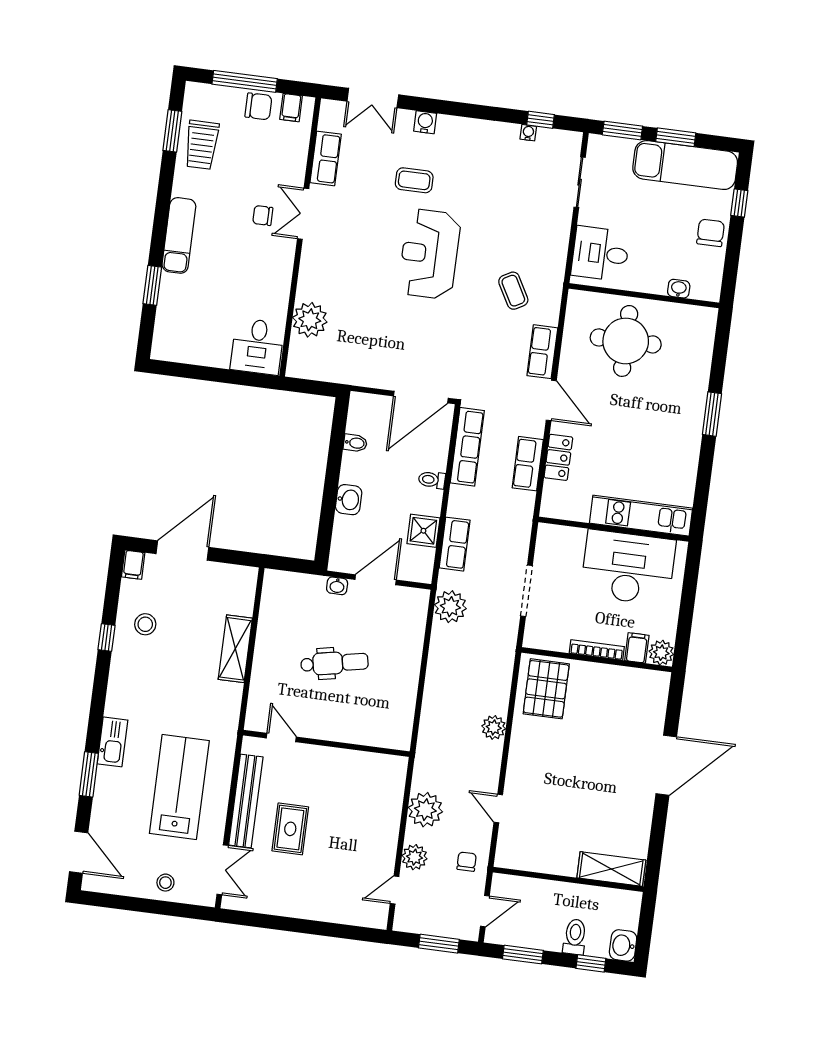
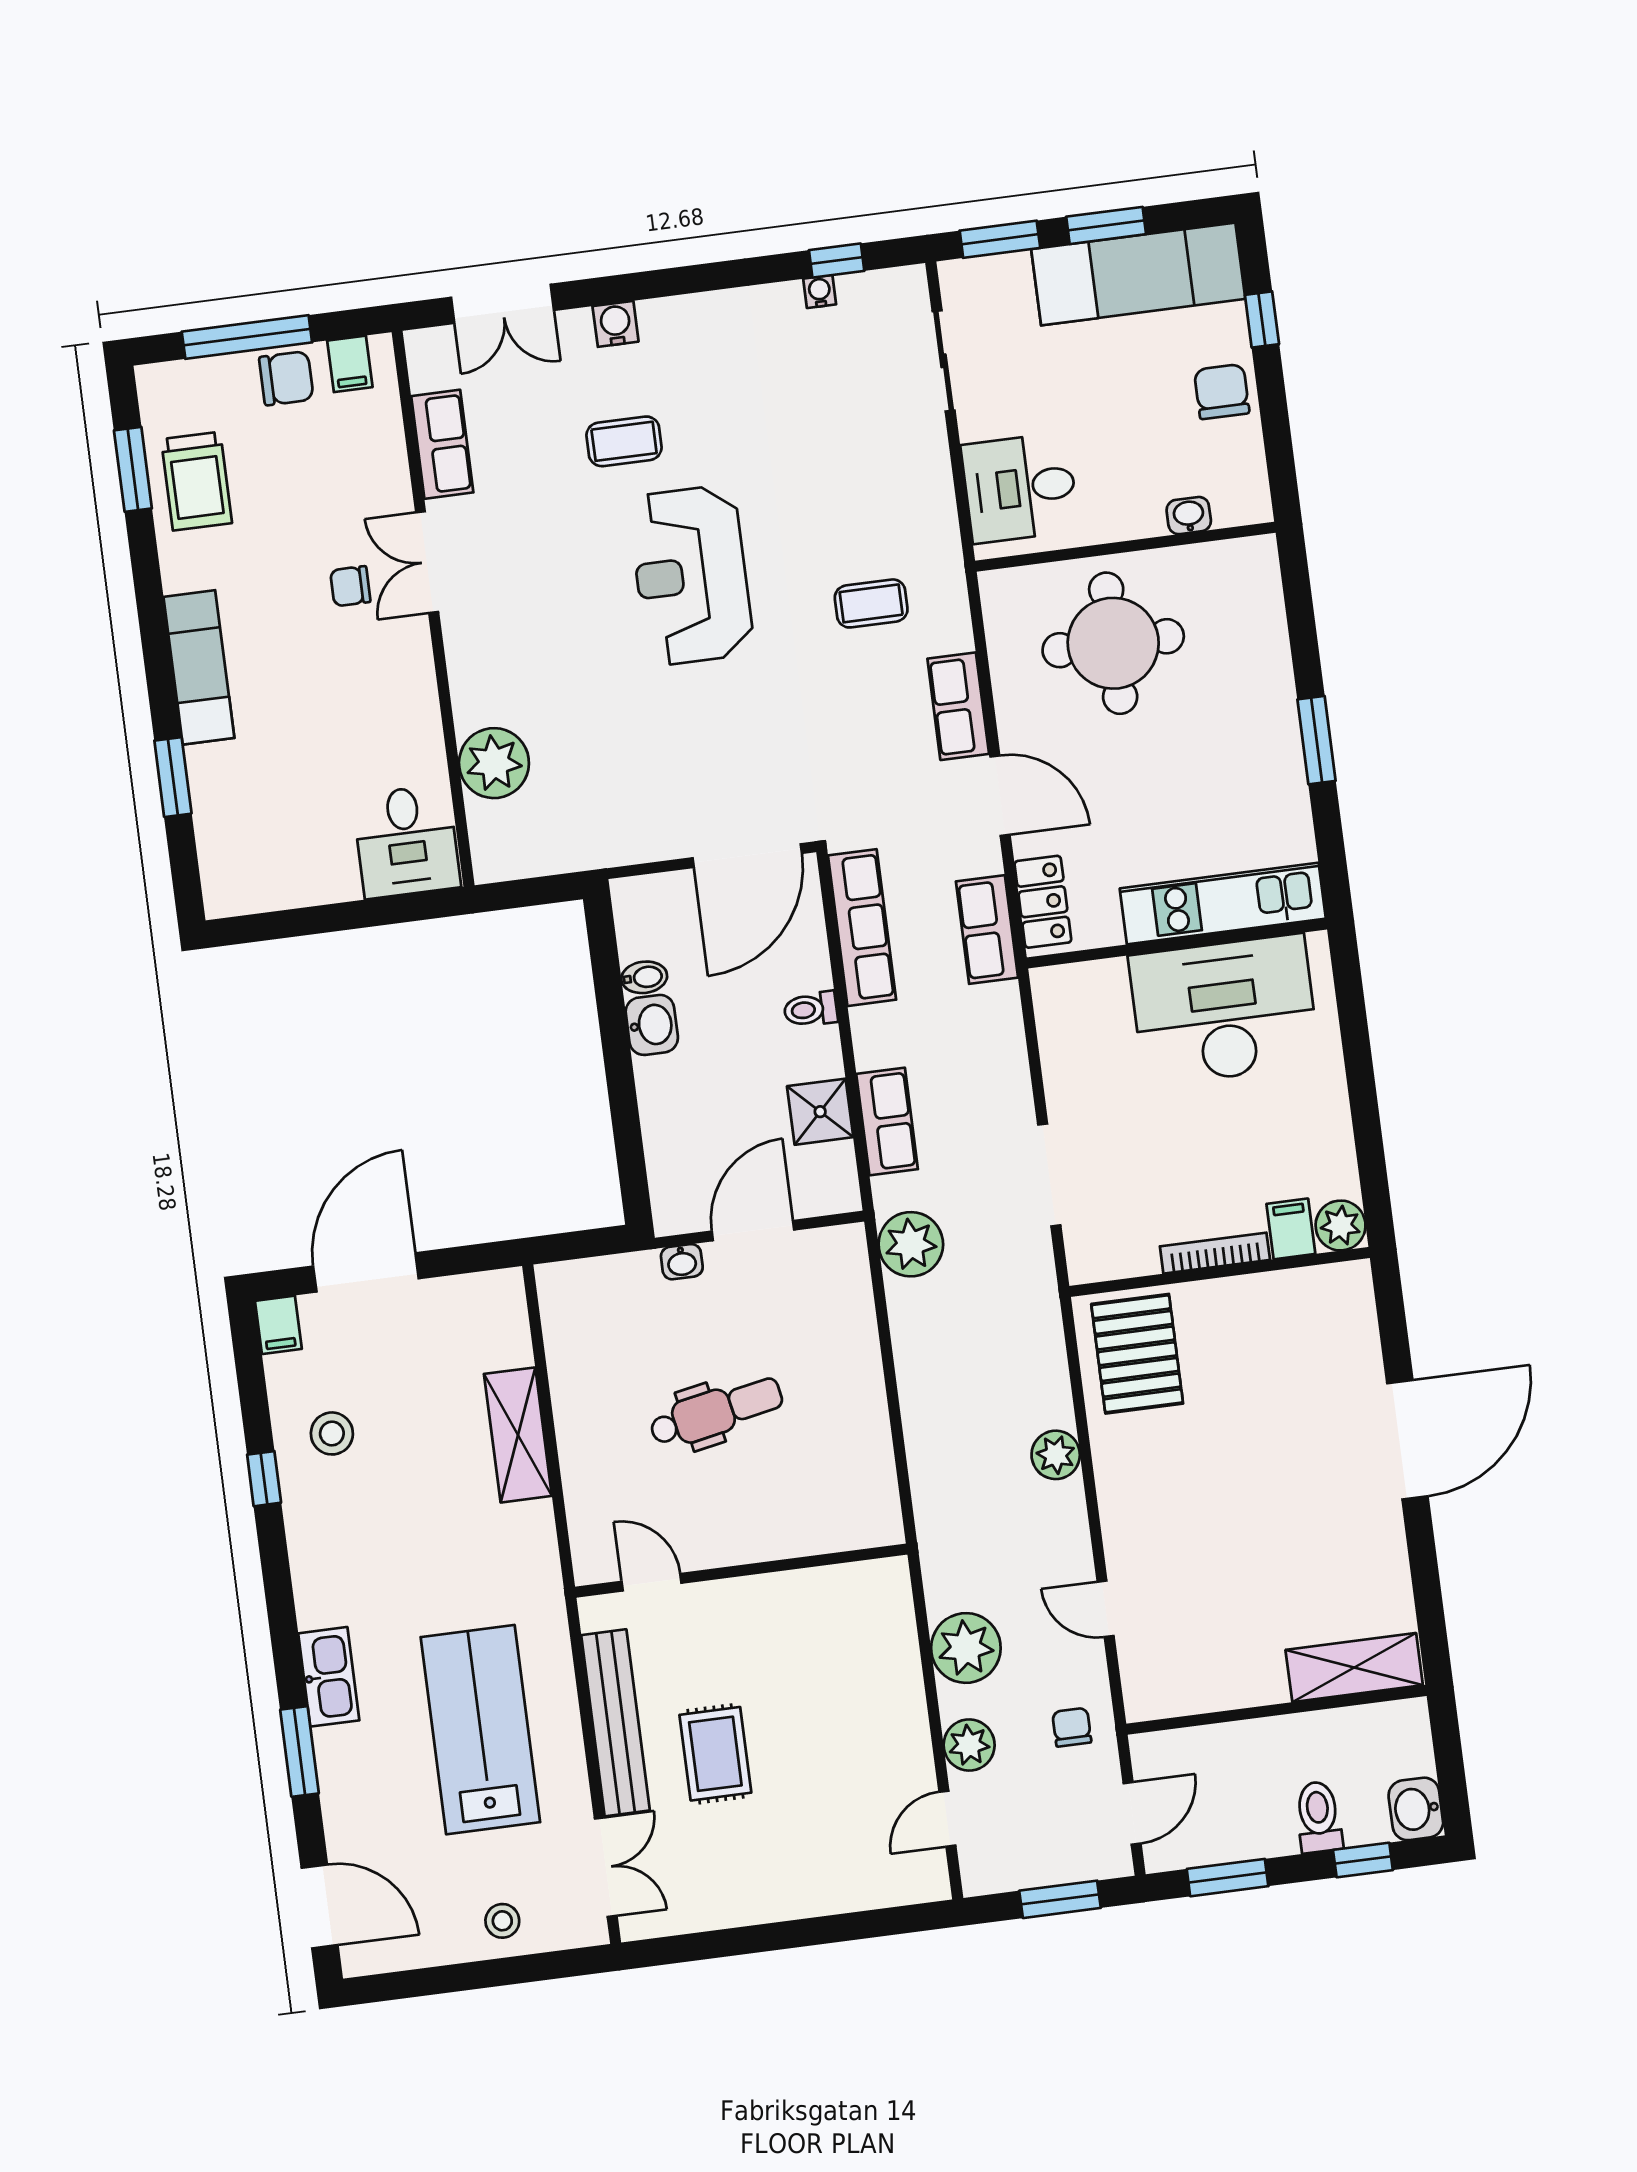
coffee table: (513, 291) -> (871, 603), turned -61
washbasin: (349, 500) -> (652, 1025), moved
kitchen unit: (641, 516) -> (1223, 904), moved
wall: (614, 529) -> (1177, 944), moved
desk: (628, 568) -> (1224, 1010), moved

